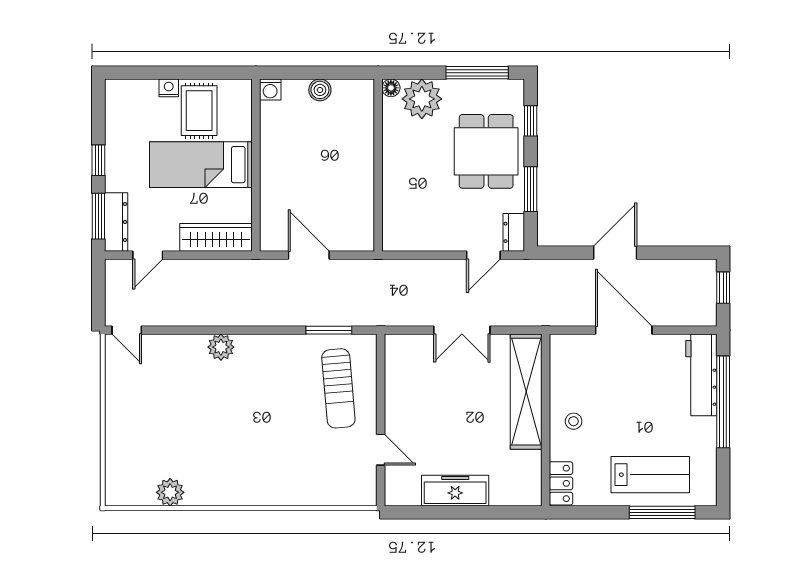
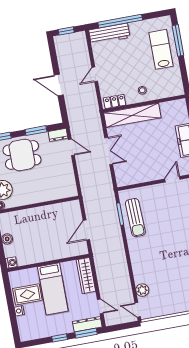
door: (127, 330) -> (138, 310), swing flipped
door: (624, 330) -> (95, 74), width x0.53
plant: (221, 347) -> (142, 290), moved
sun lounger: (338, 388) -> (135, 218), moved, turned 93
locker: (561, 483) -> (115, 101), moved

